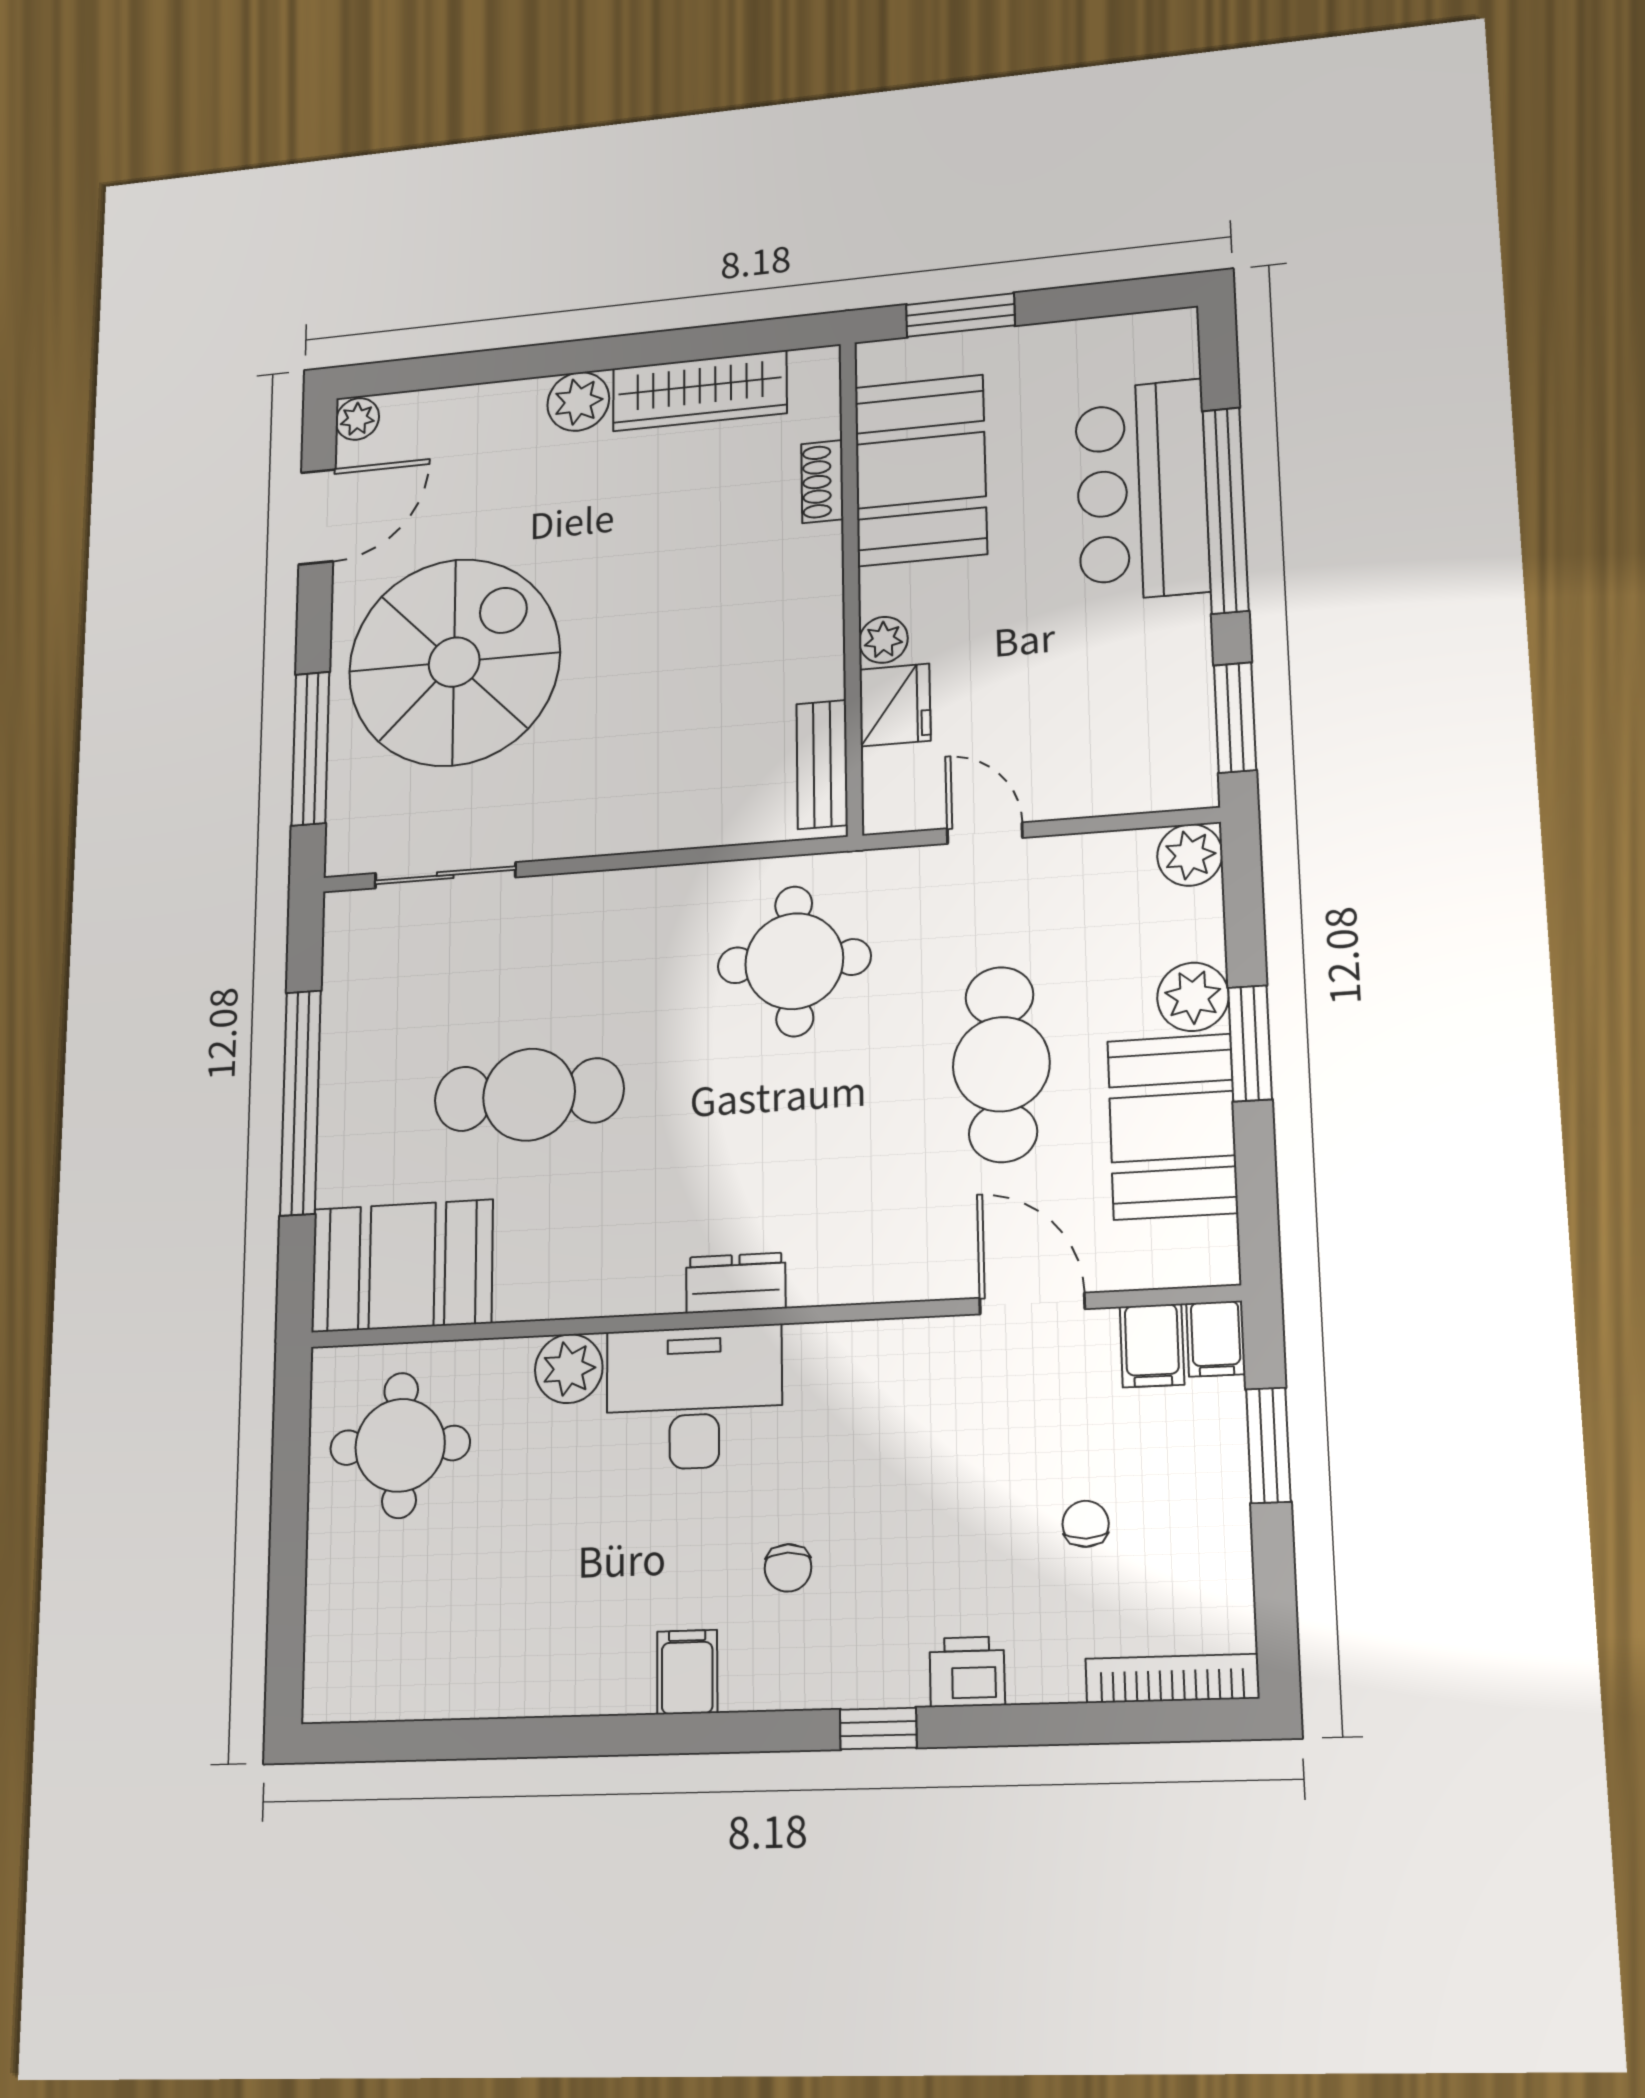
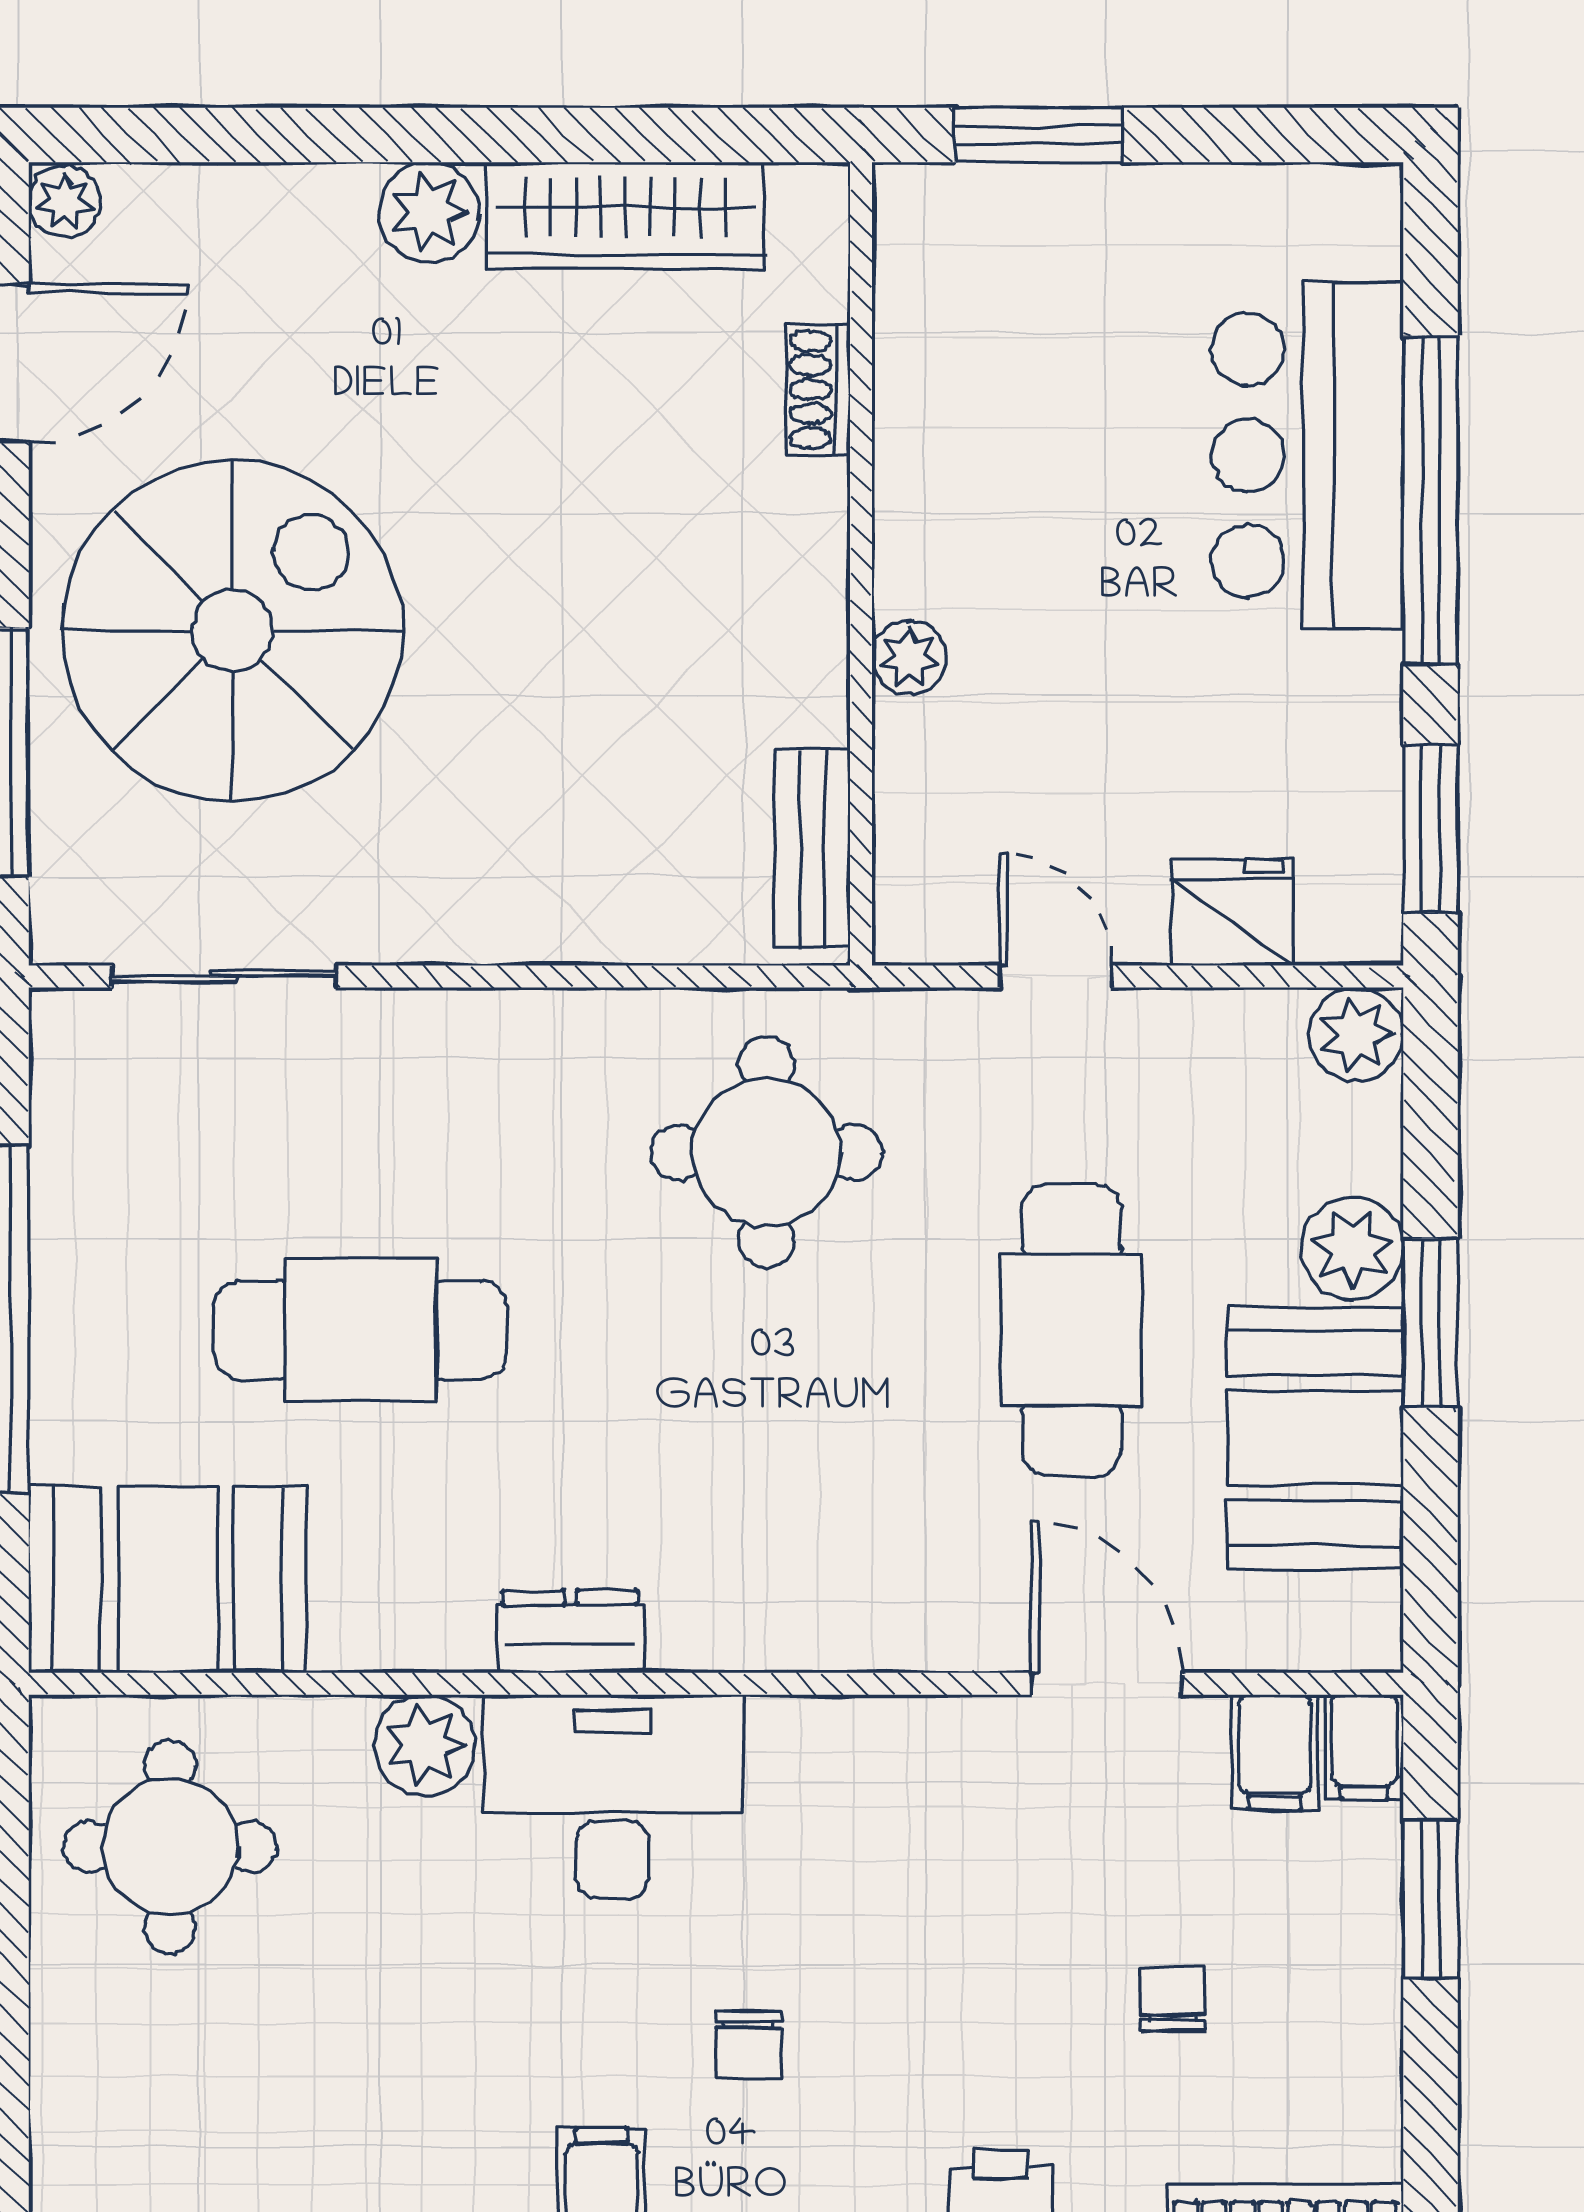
booth: (921, 470) -> (971, 387), removed
fridge: (895, 705) -> (1232, 912), moved, turned -90
dresser: (736, 1283) -> (570, 1631), moved

